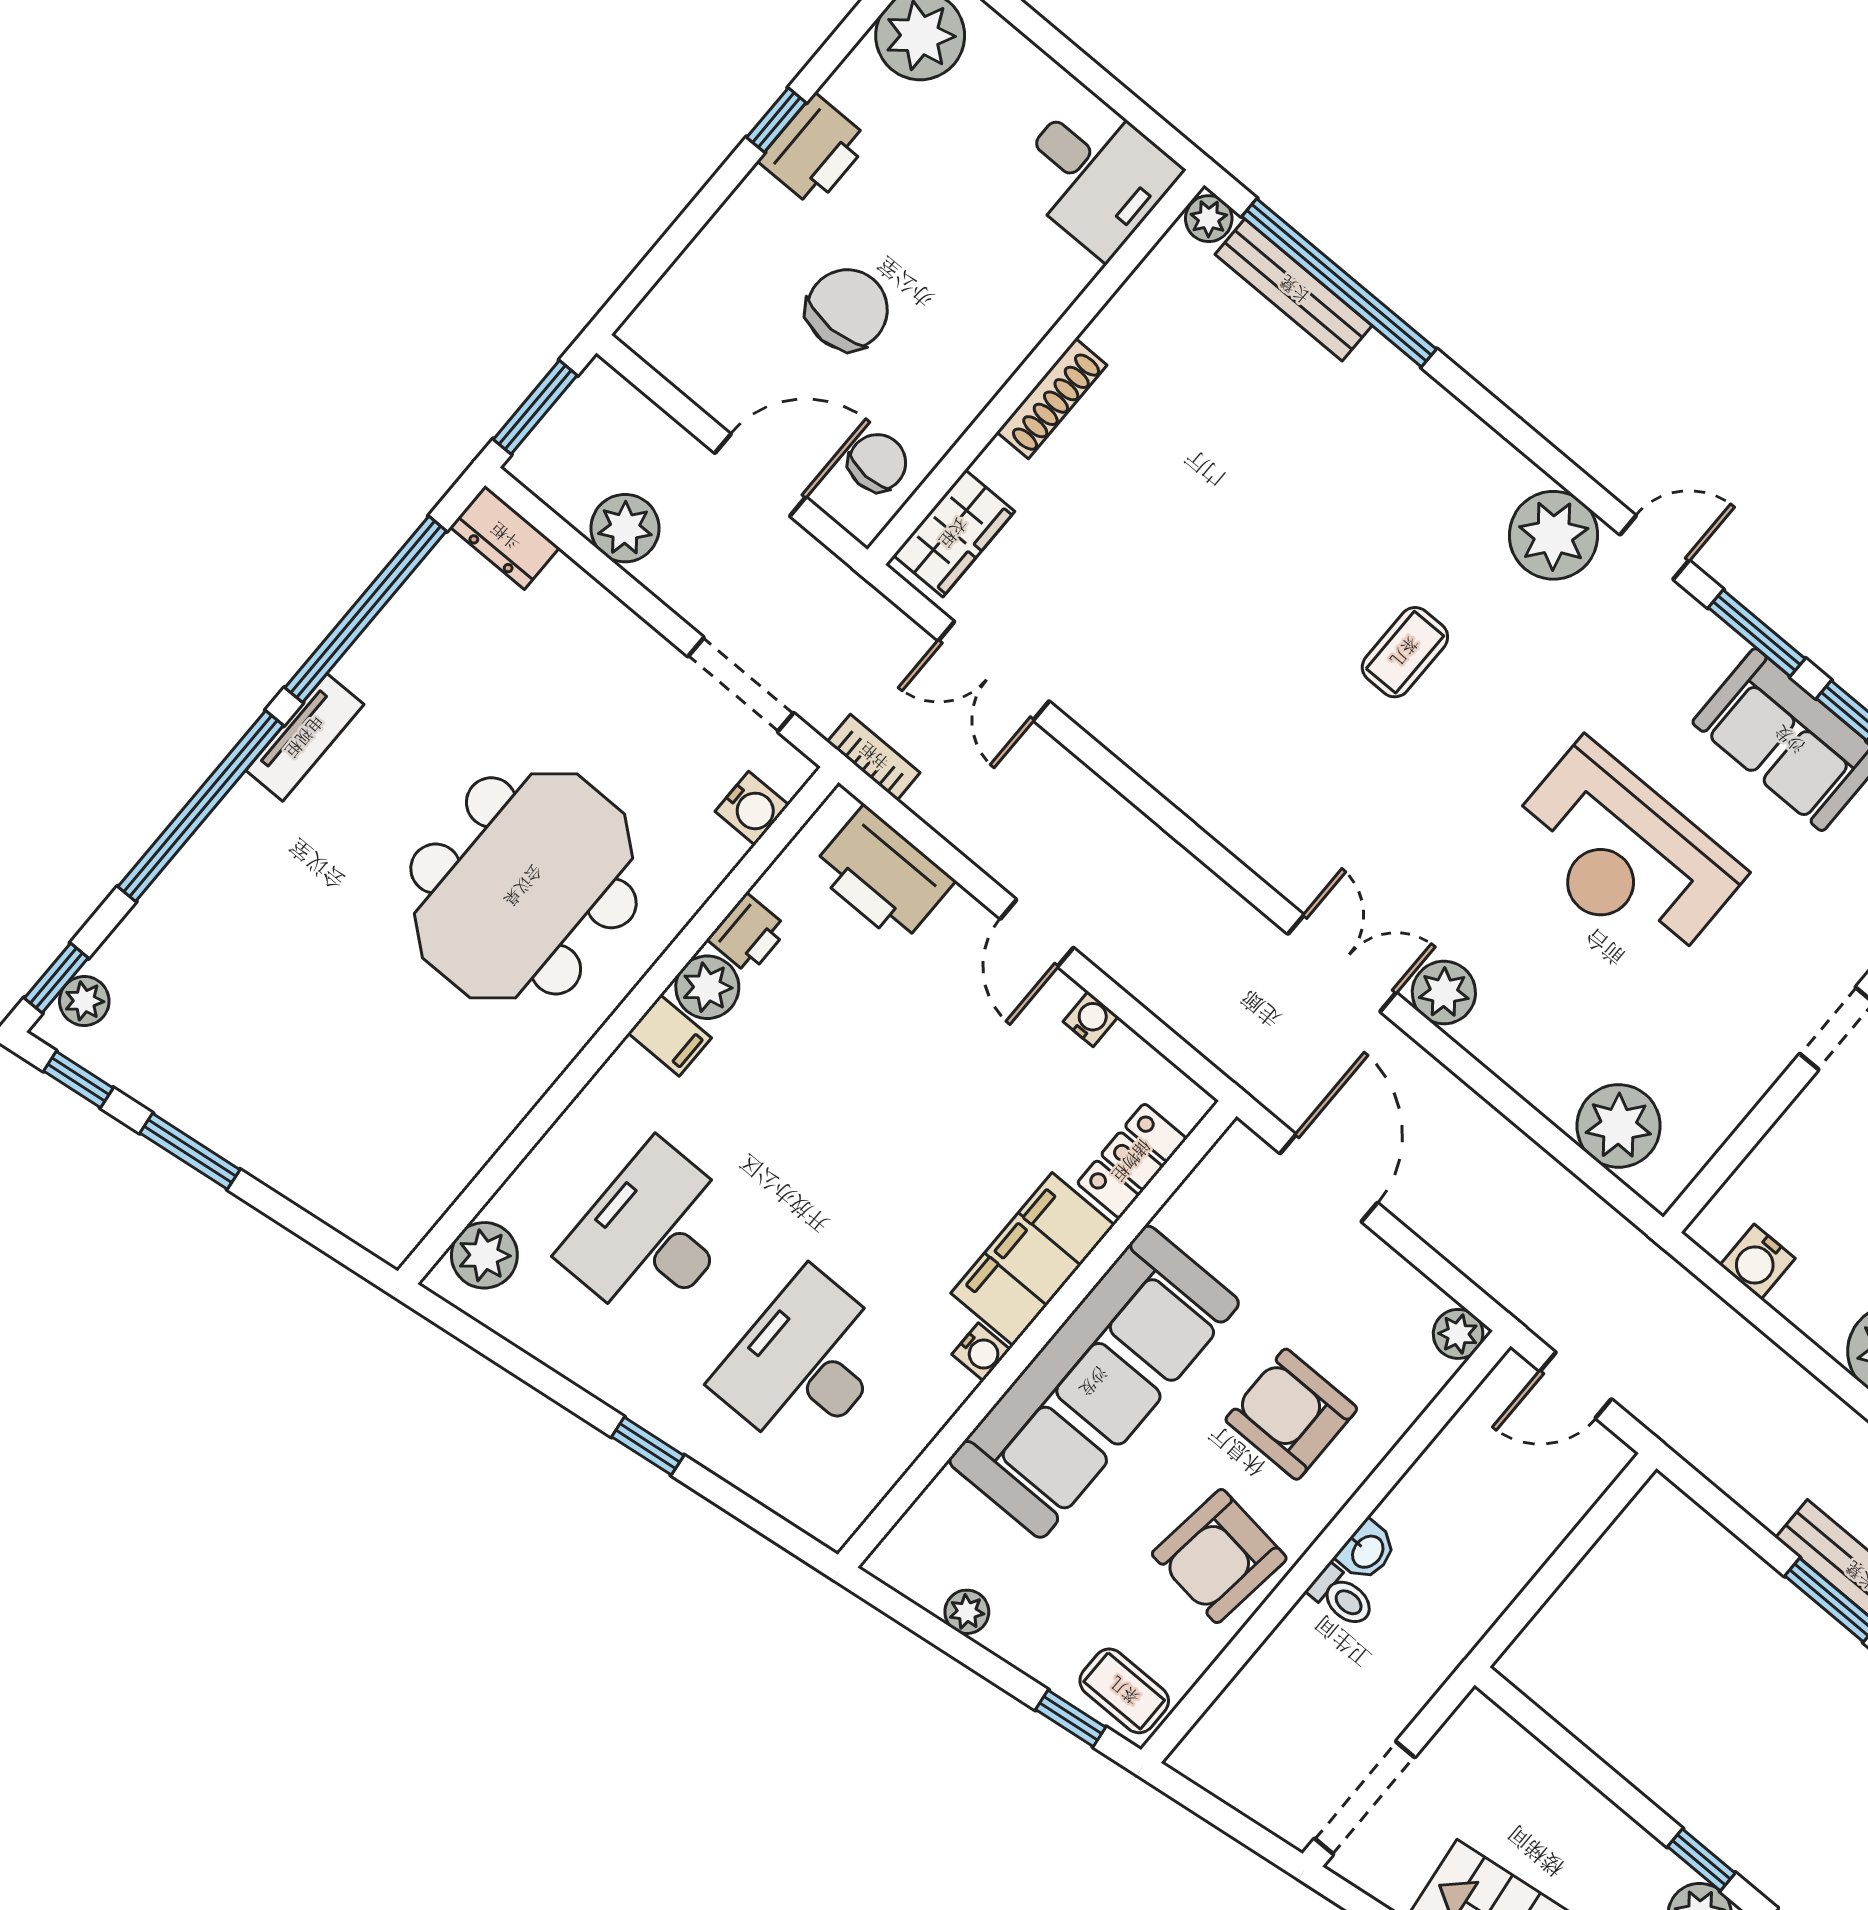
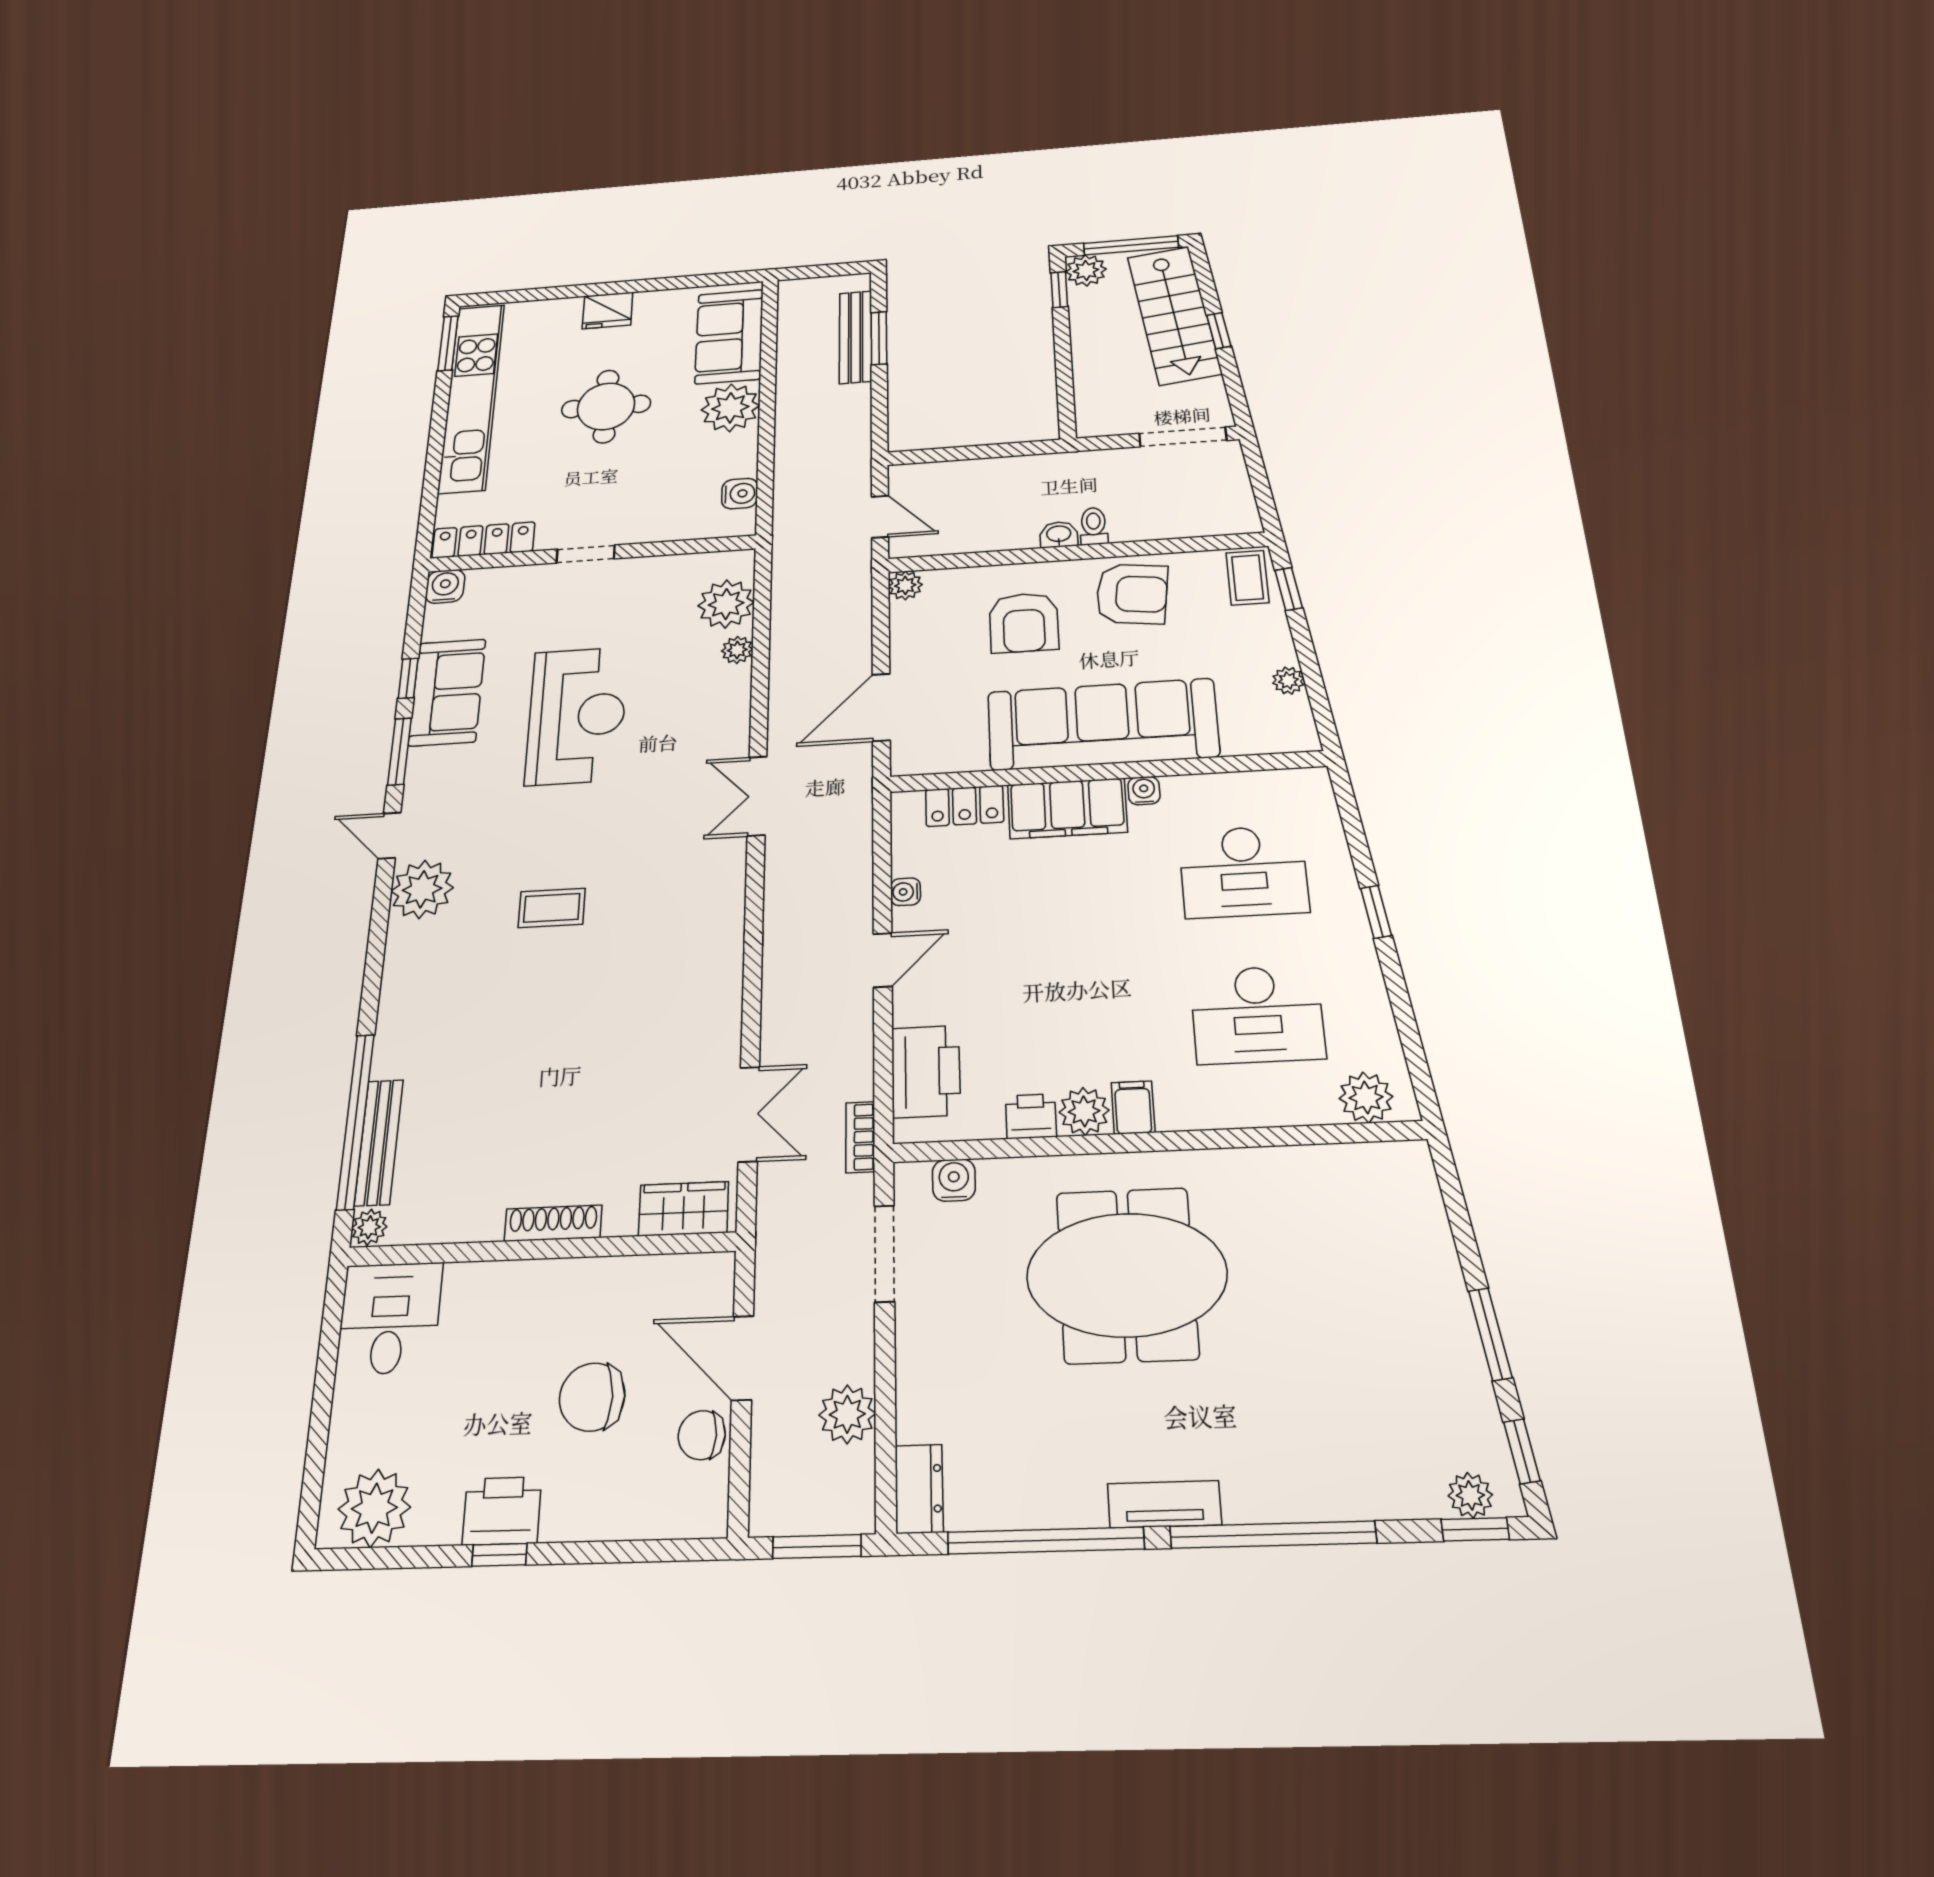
chair: (877, 463) -> (702, 1435), moved
plant: (1444, 993) -> (737, 650), moved, width x0.73, depth x0.73

